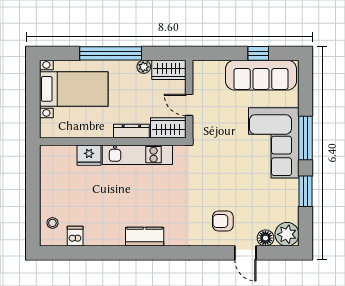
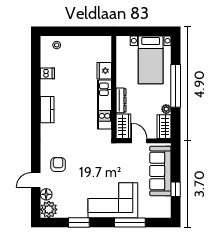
sofa: (261, 75) -> (160, 171), moved
door: (189, 105) -> (139, 141), hinge flipped
window: (306, 138) -> (130, 222), moved
dishwasher: (75, 236) -> (47, 73), moved

